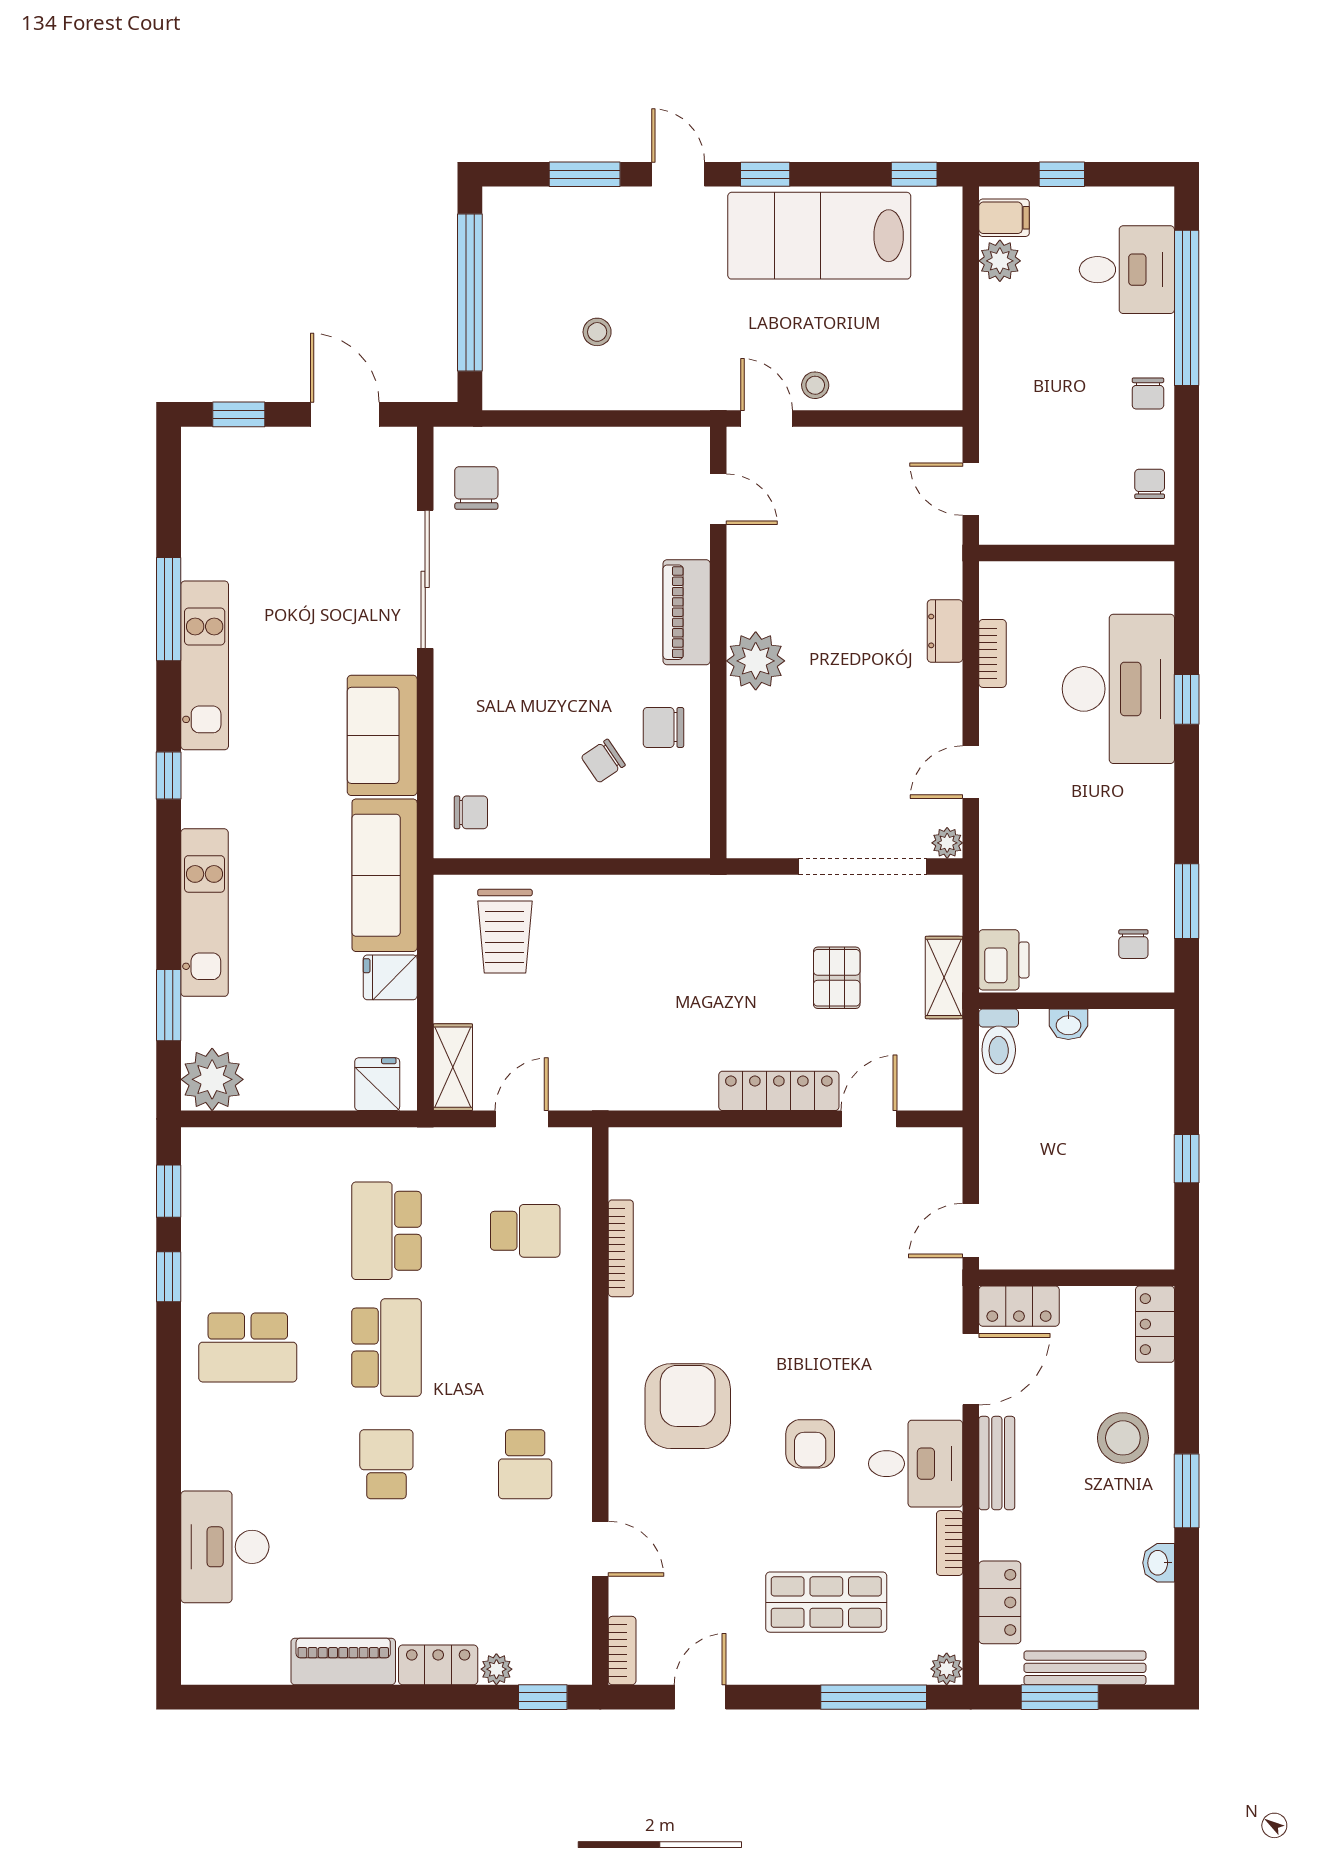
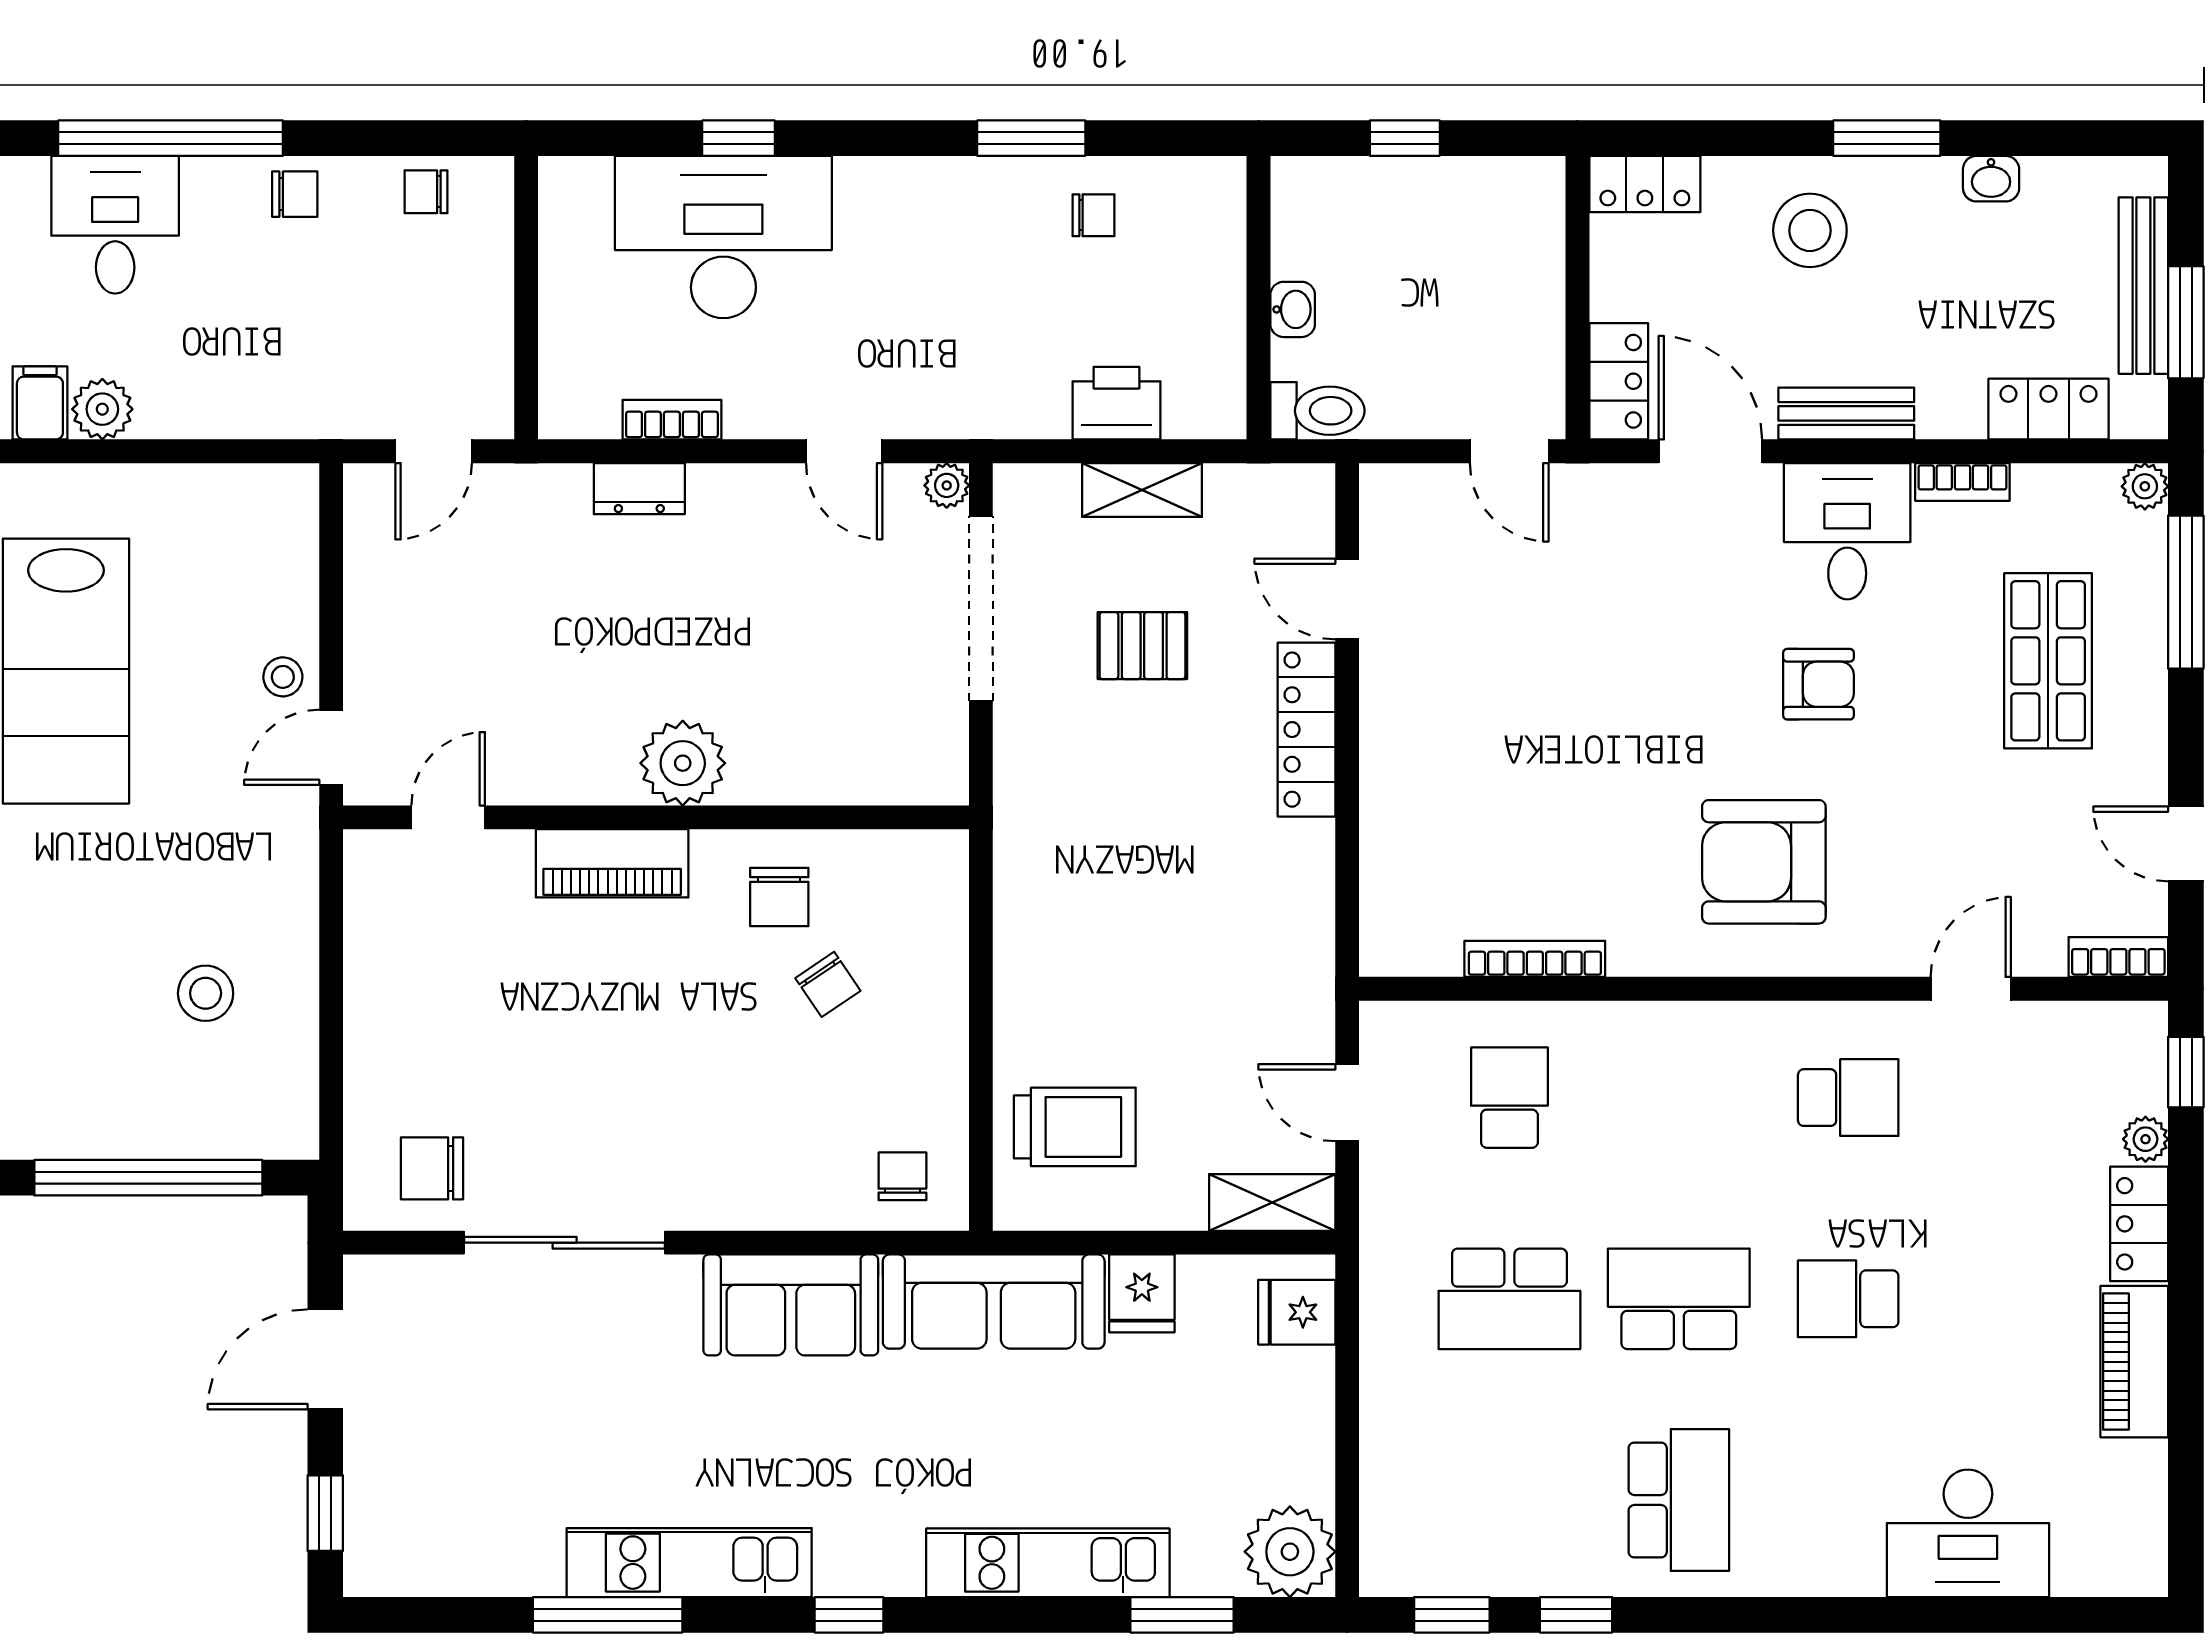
stool: (597, 332) -> (206, 993), width x1.37, depth x1.37
wall: (1077, 1001) -> (1258, 298), moved
washbasin: (1068, 1024) -> (1293, 309), moved
toilet: (999, 1041) -> (1317, 411), moved

